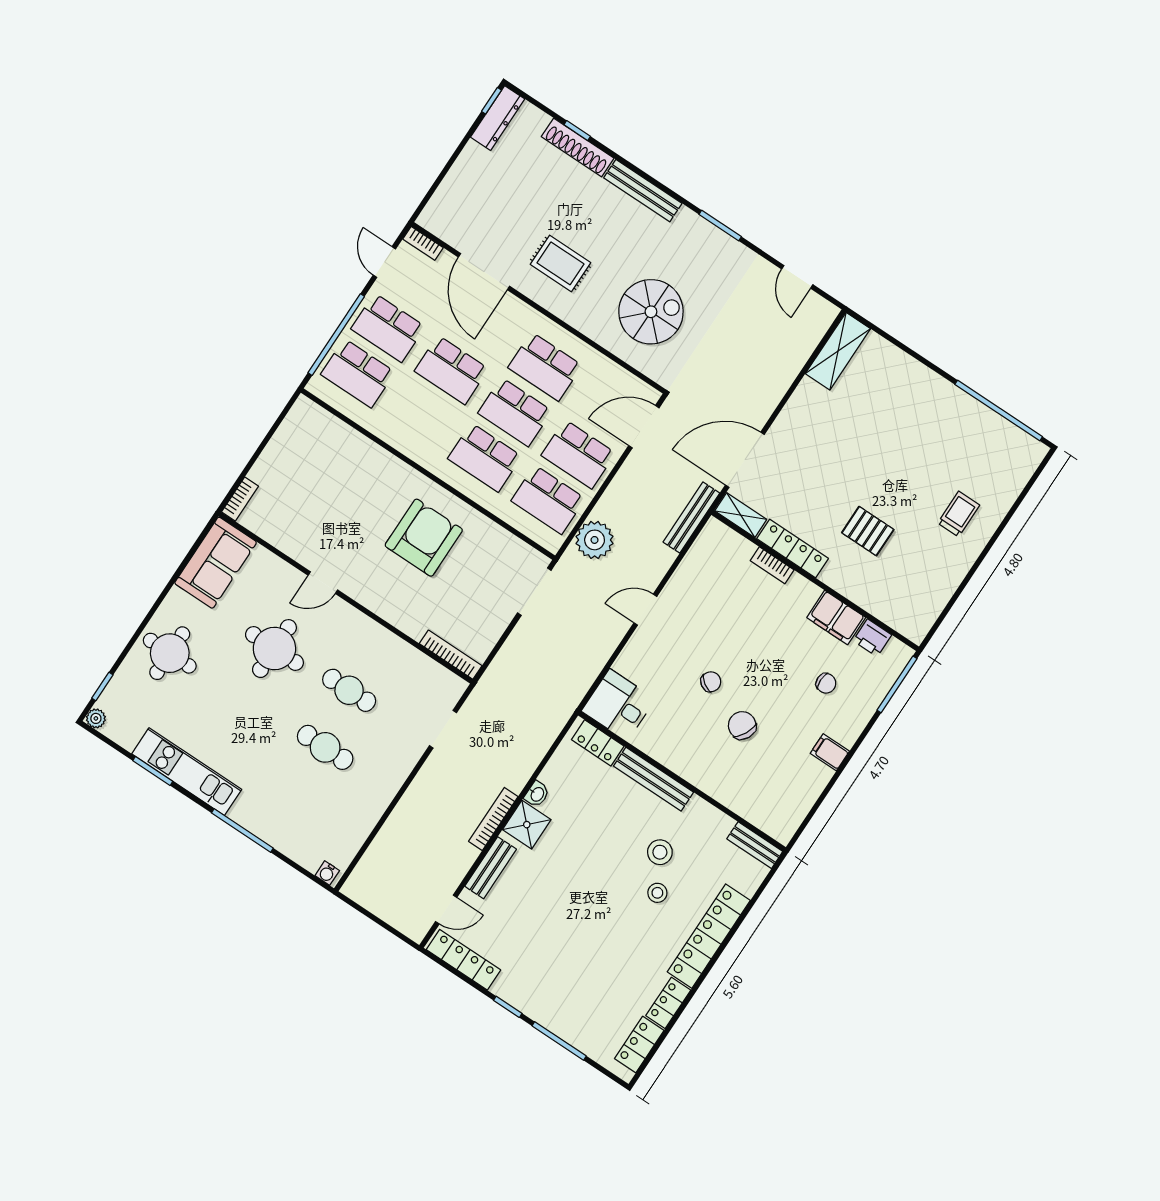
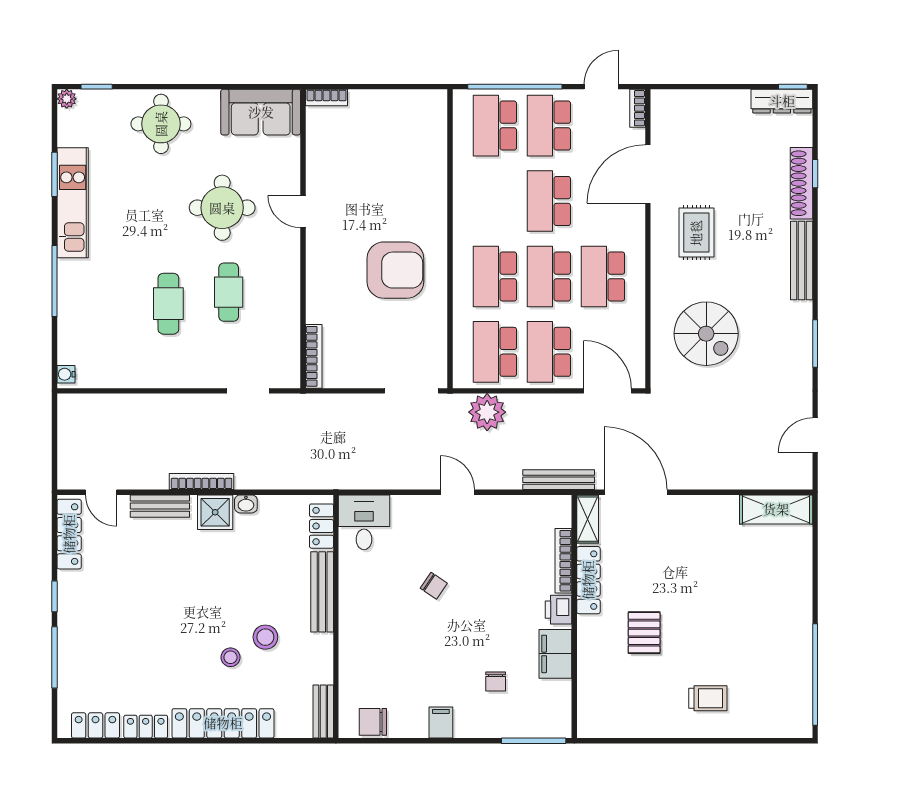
bookcase: (772, 565) -> (563, 561), width x1.56
printer: (872, 638) -> (559, 610), moved
chair: (742, 725) -> (373, 722), moved, turned -117

